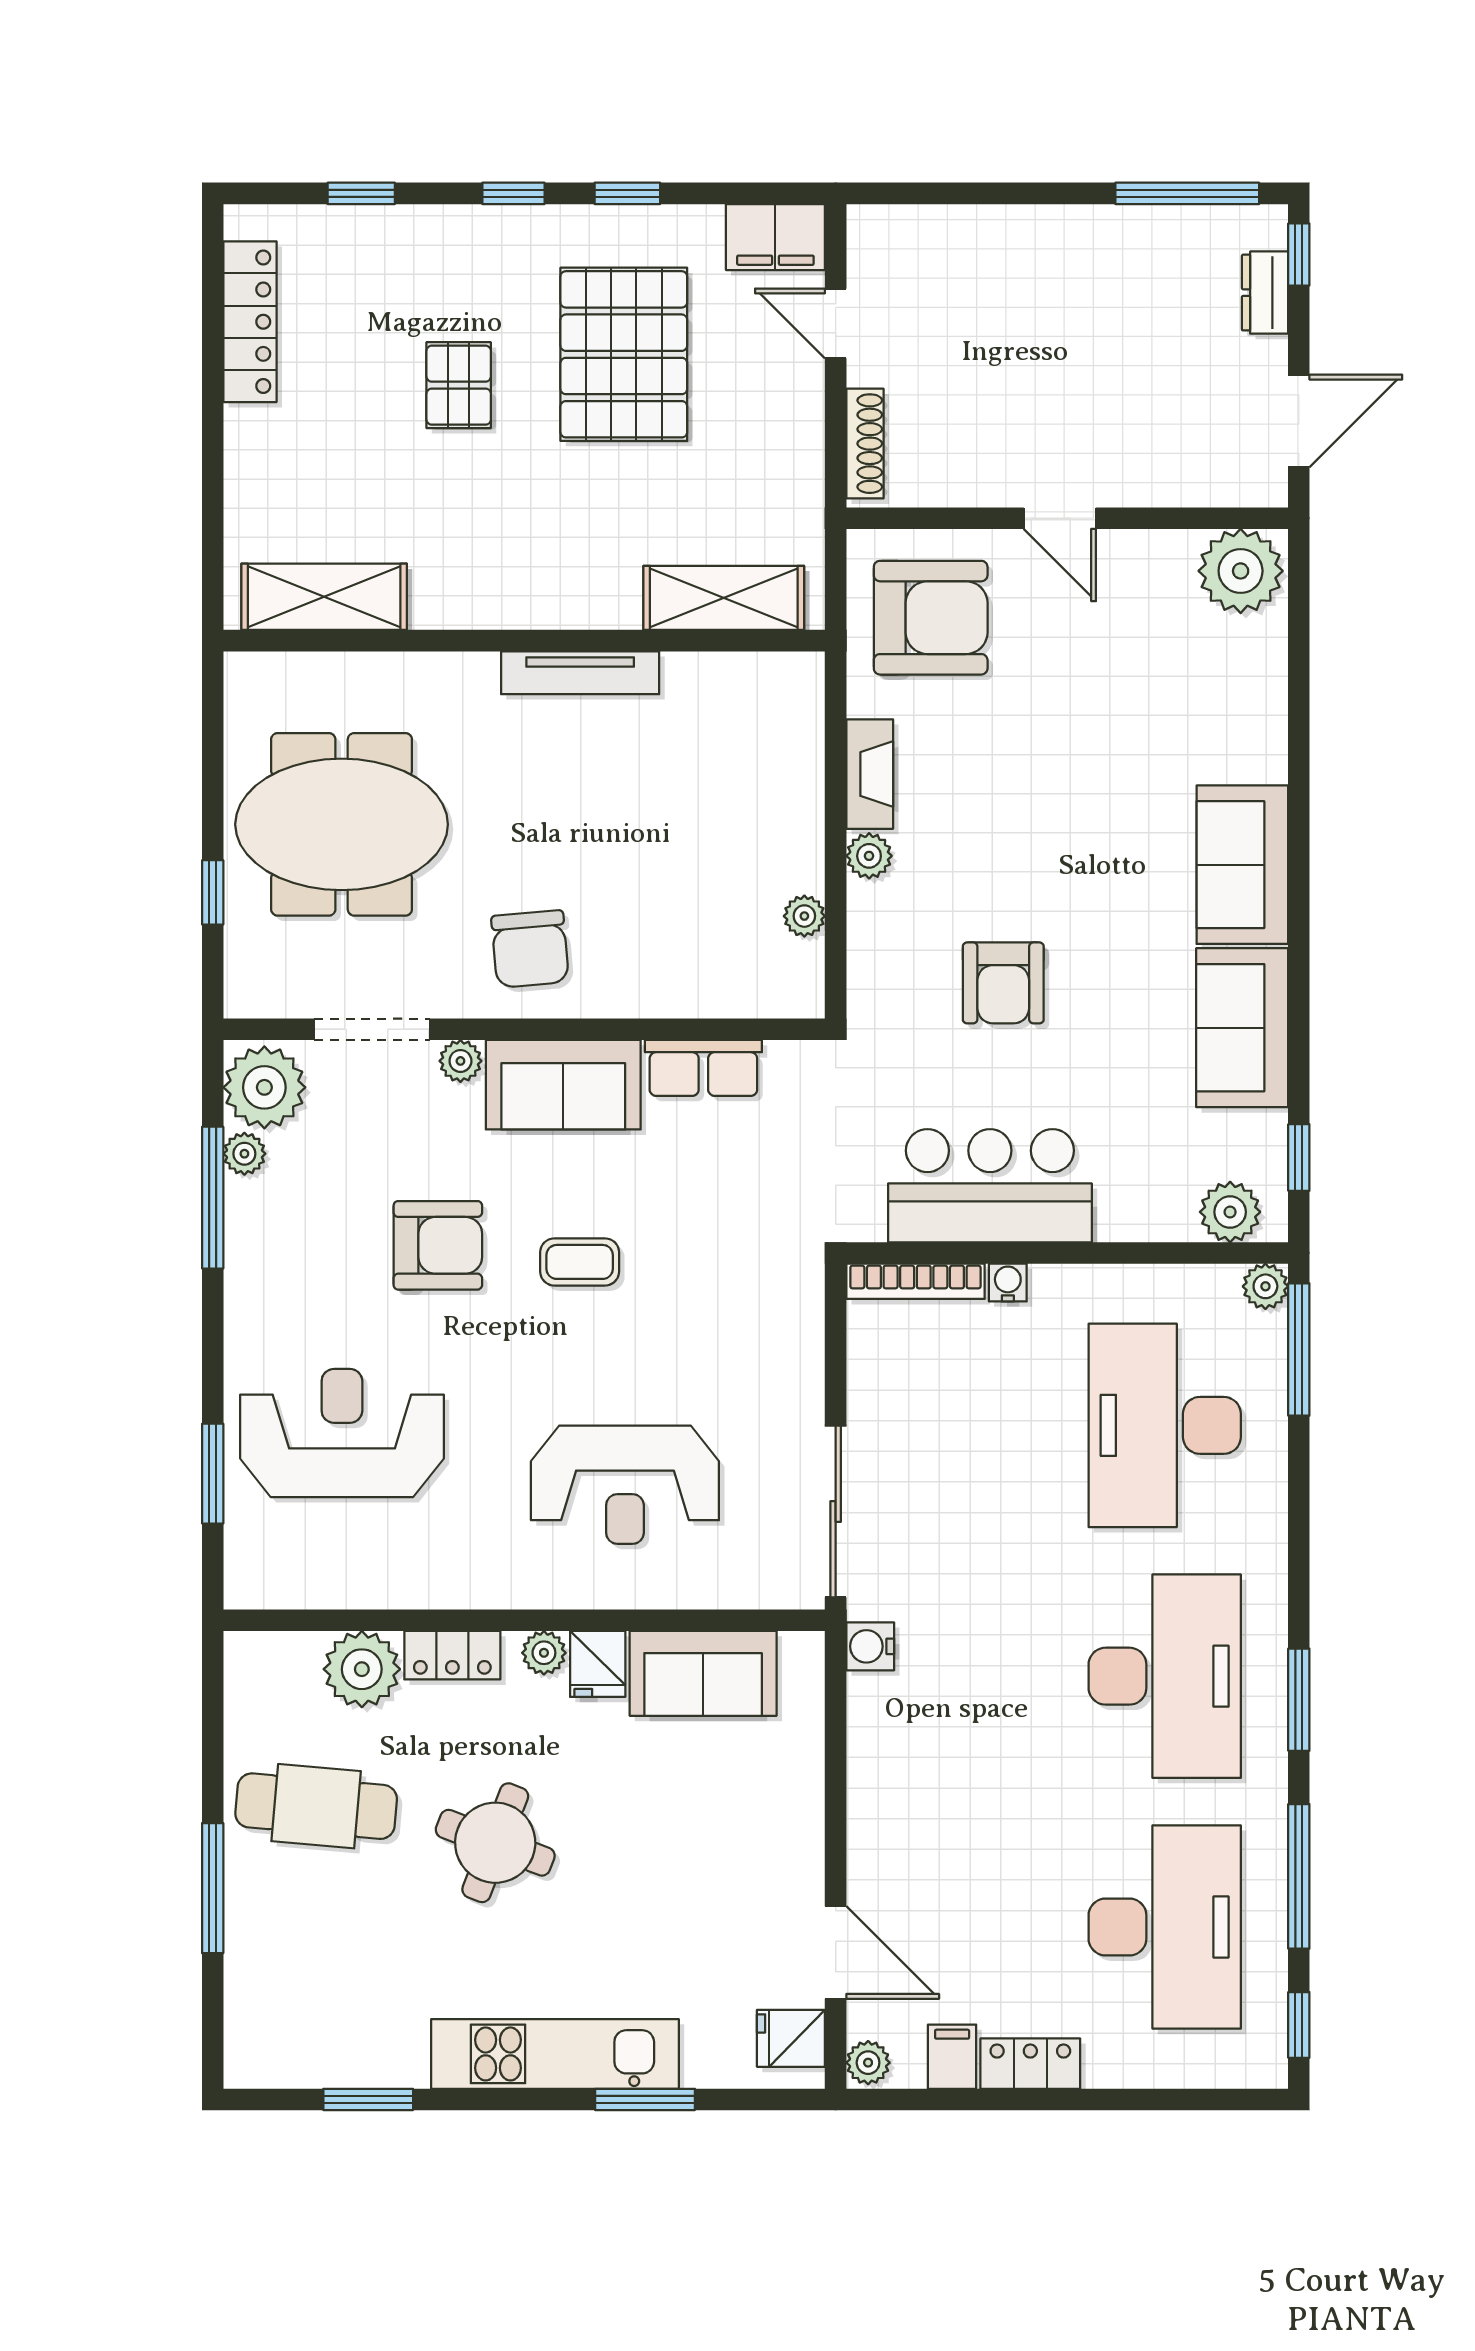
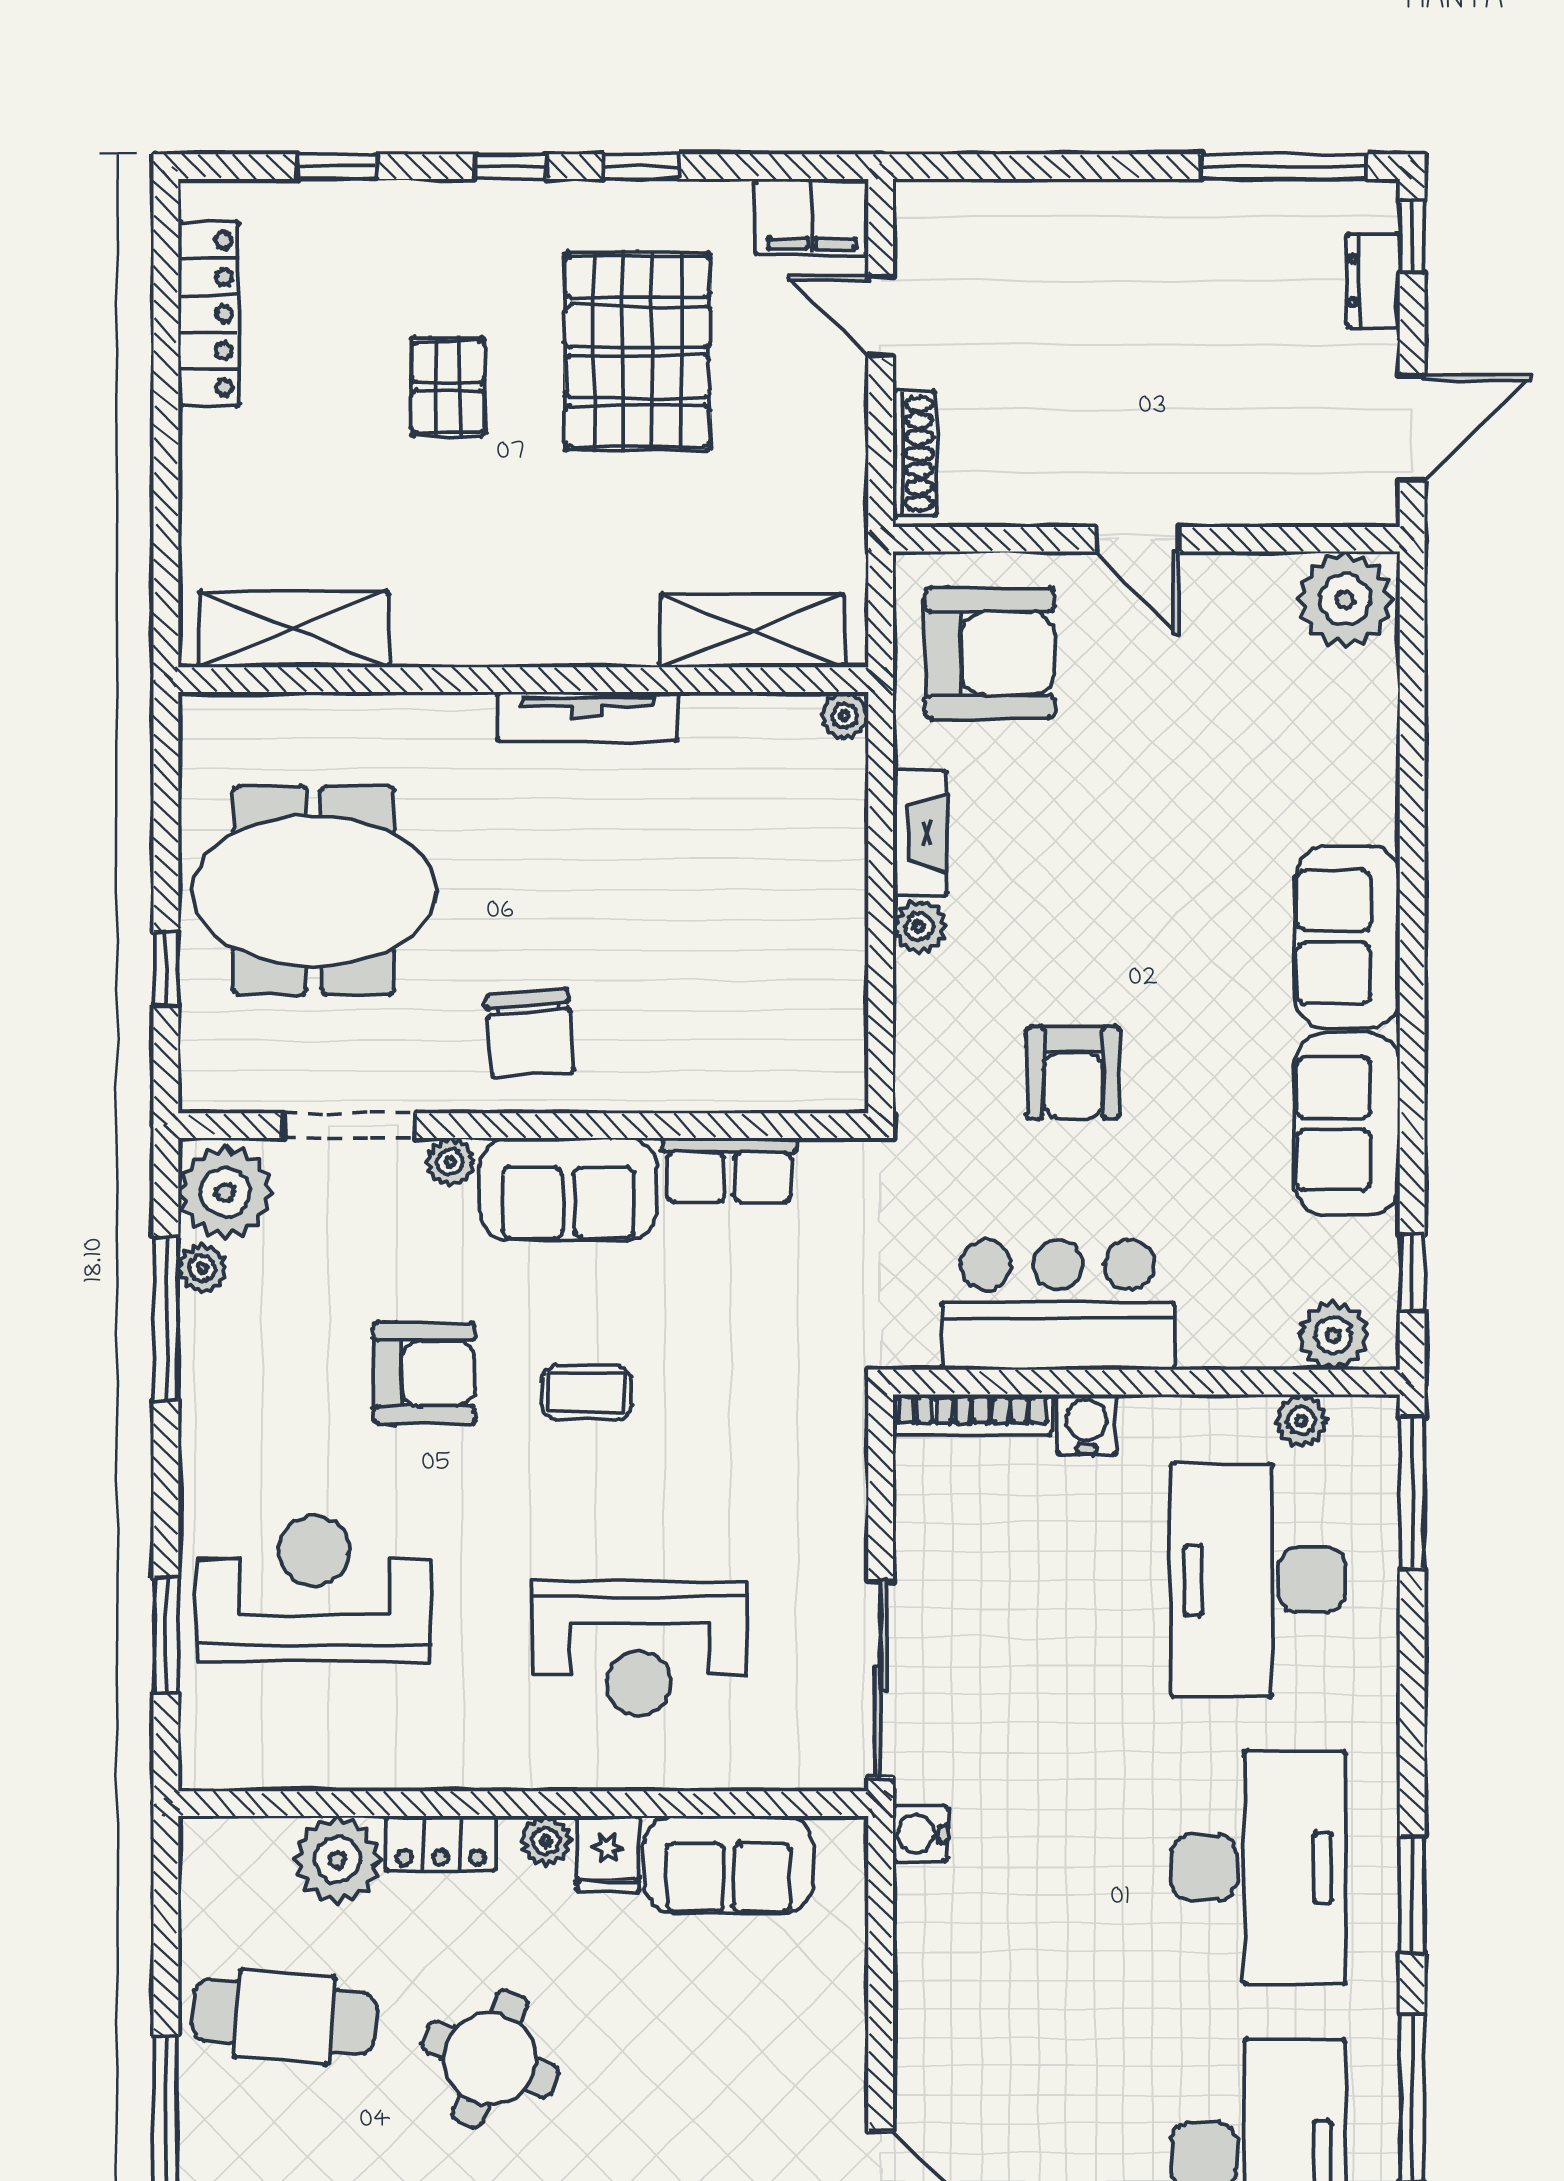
plant: (804, 916) -> (845, 716), moved
water cooler: (1008, 1282) -> (1086, 1424), width x1.38, depth x1.38
plant: (1265, 1286) -> (1301, 1421), moved

